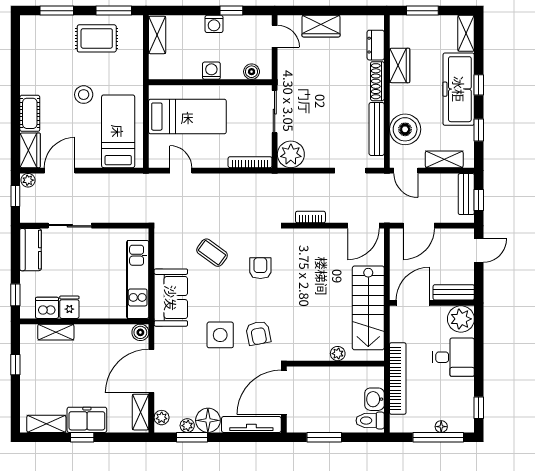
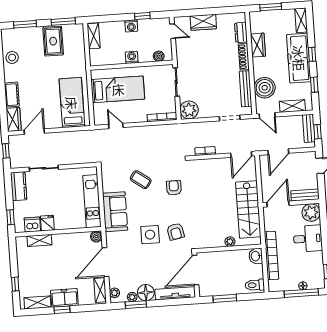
rug: (97, 38) -> (53, 41), turned 90
stool: (84, 95) -> (12, 57), moved
plant: (28, 180) -> (14, 140), removed
window: (15, 365) -> (15, 284), moved
washbasin: (374, 399) -> (256, 256), moved

